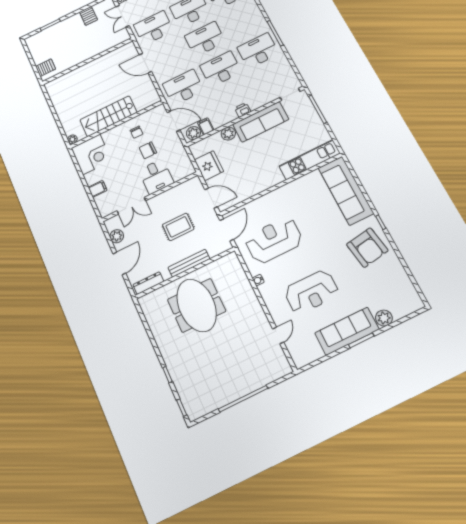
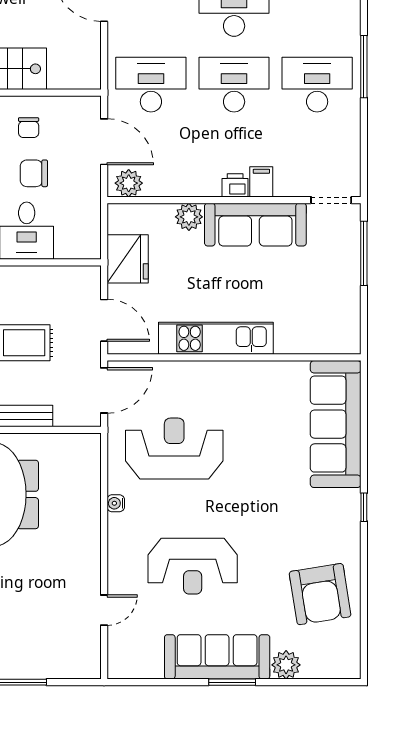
filing cabinet: (206, 126) -> (261, 182), moved
kitchen unit: (310, 160) -> (216, 338), moved
armchair: (367, 248) -> (320, 594), moved

